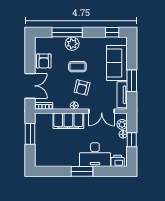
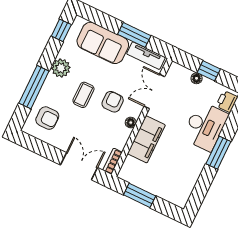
plant: (72, 44) -> (61, 68), moved
armchair: (44, 61) -> (47, 118), moved
armchair: (82, 87) -> (113, 102), turned -103
double door: (102, 111) -> (154, 91), swing flipped
plant: (122, 124) -> (183, 74), removed

